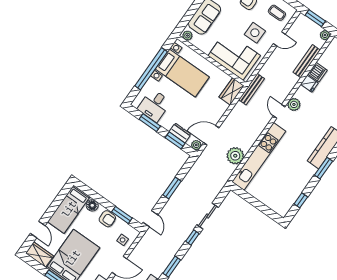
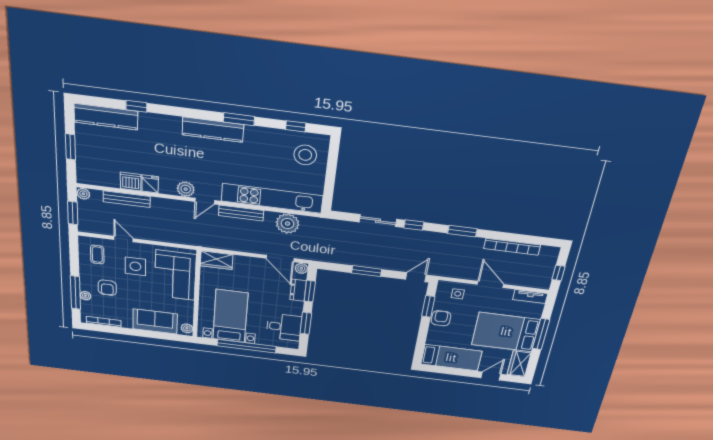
bench: (252, 89) -> (241, 213), moved
stool: (278, 195) -> (305, 155), added
floor lamp: (92, 205) -> (434, 338), removed

